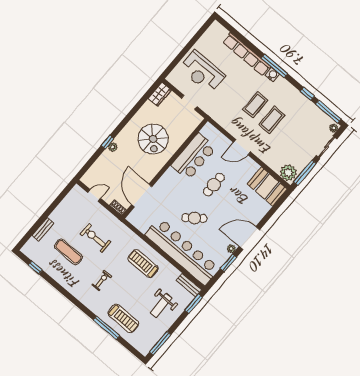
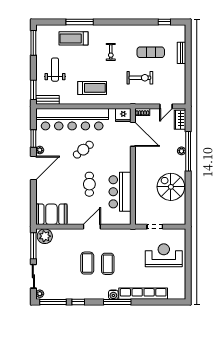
wardrobe: (160, 94) -> (180, 120), moved
spiral stairs: (153, 139) -> (171, 187), moved
window: (107, 142) -> (188, 151), width x3.17
fridge: (136, 219) -> (123, 115), added

